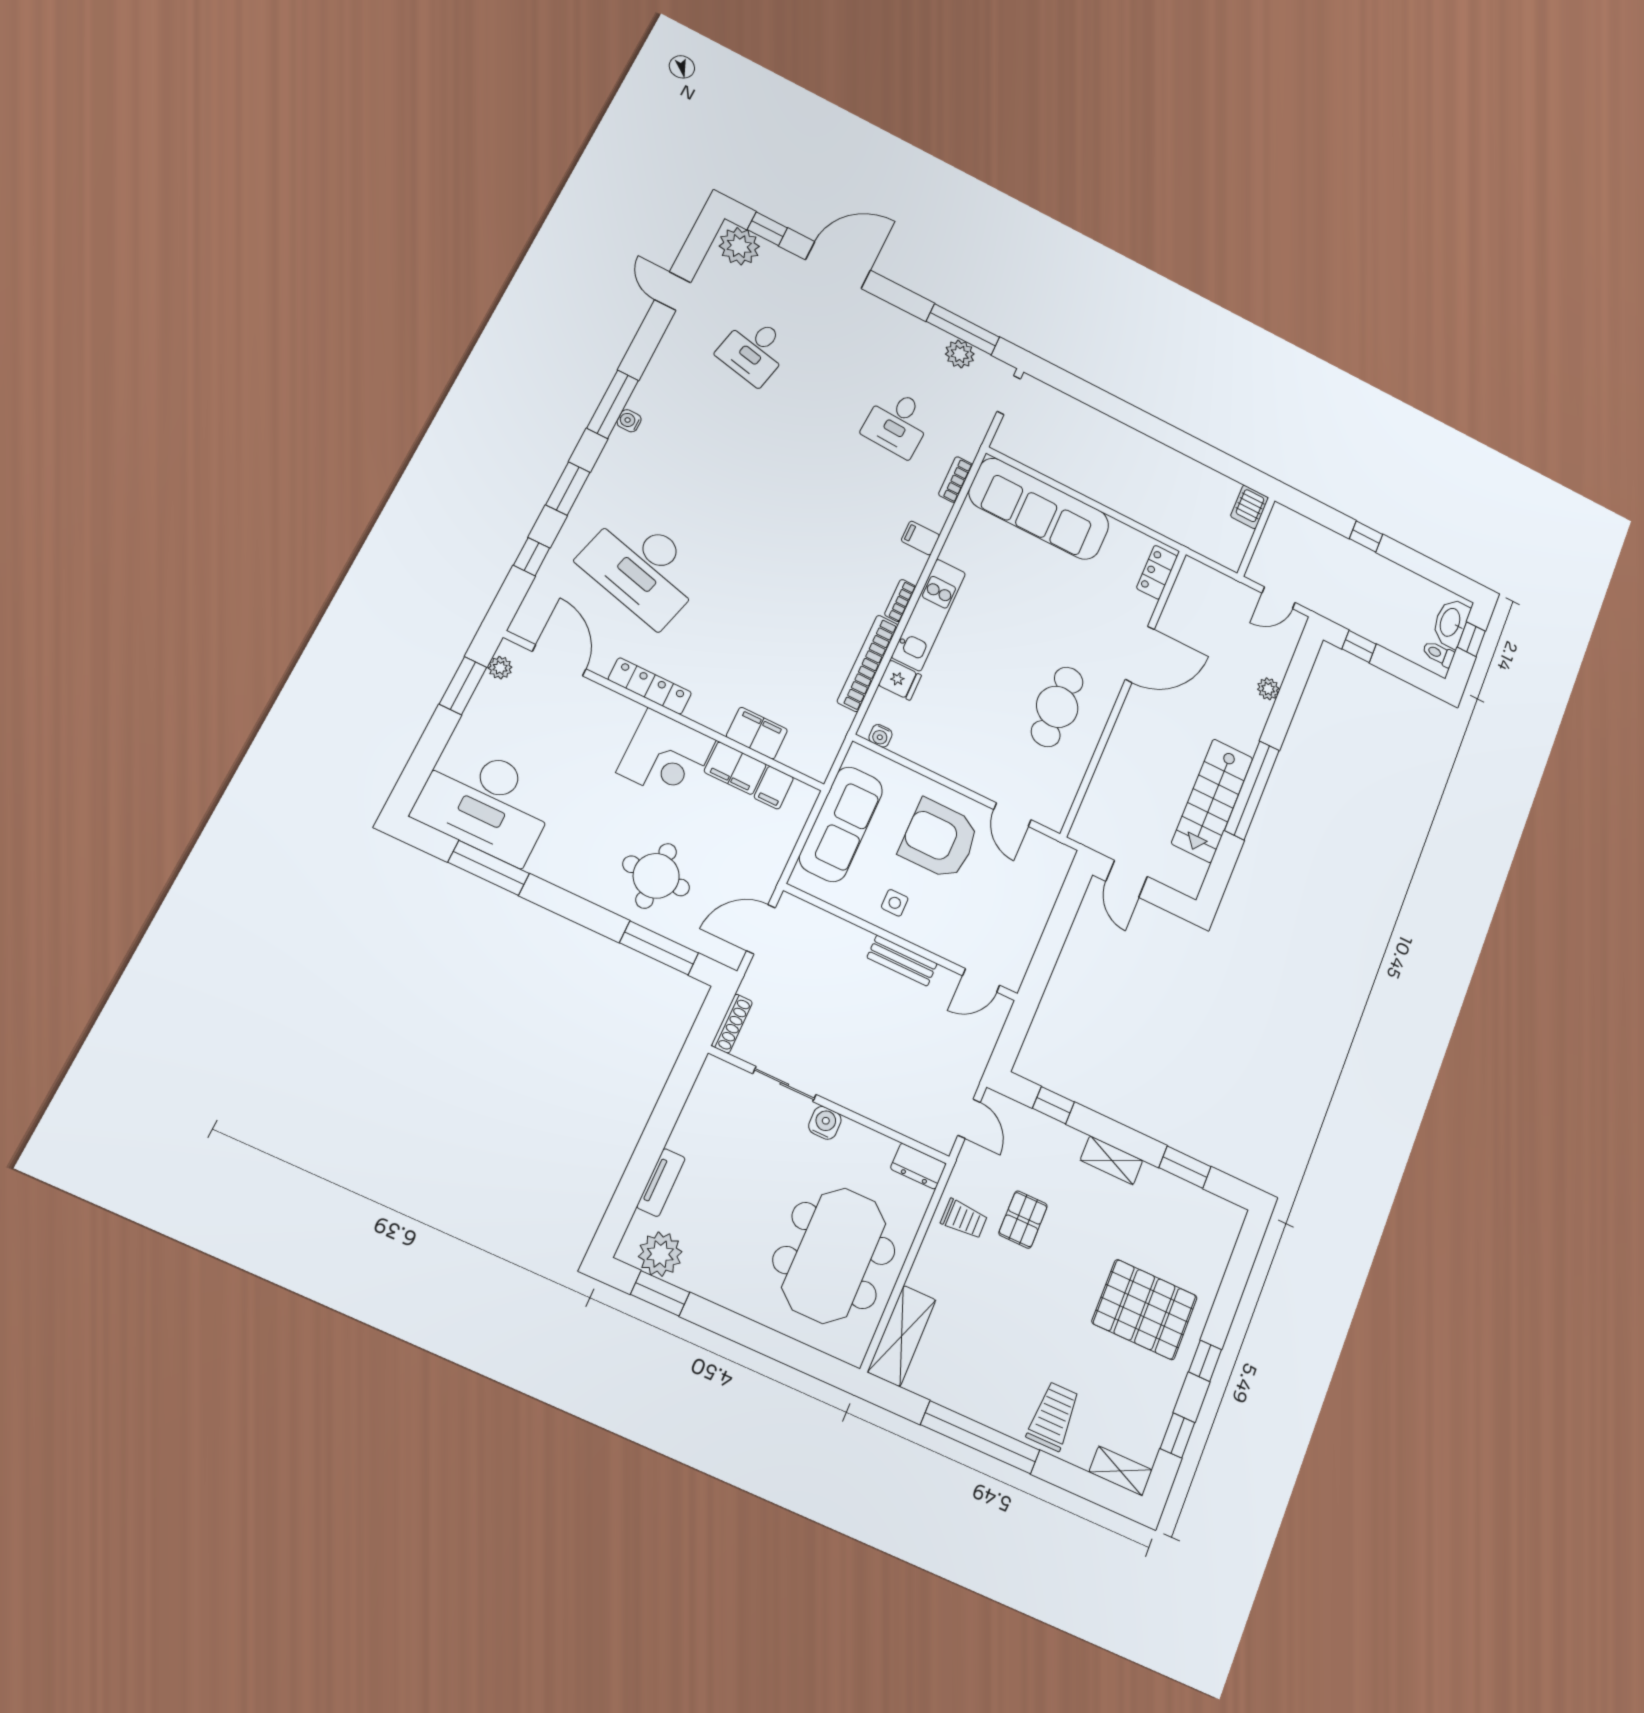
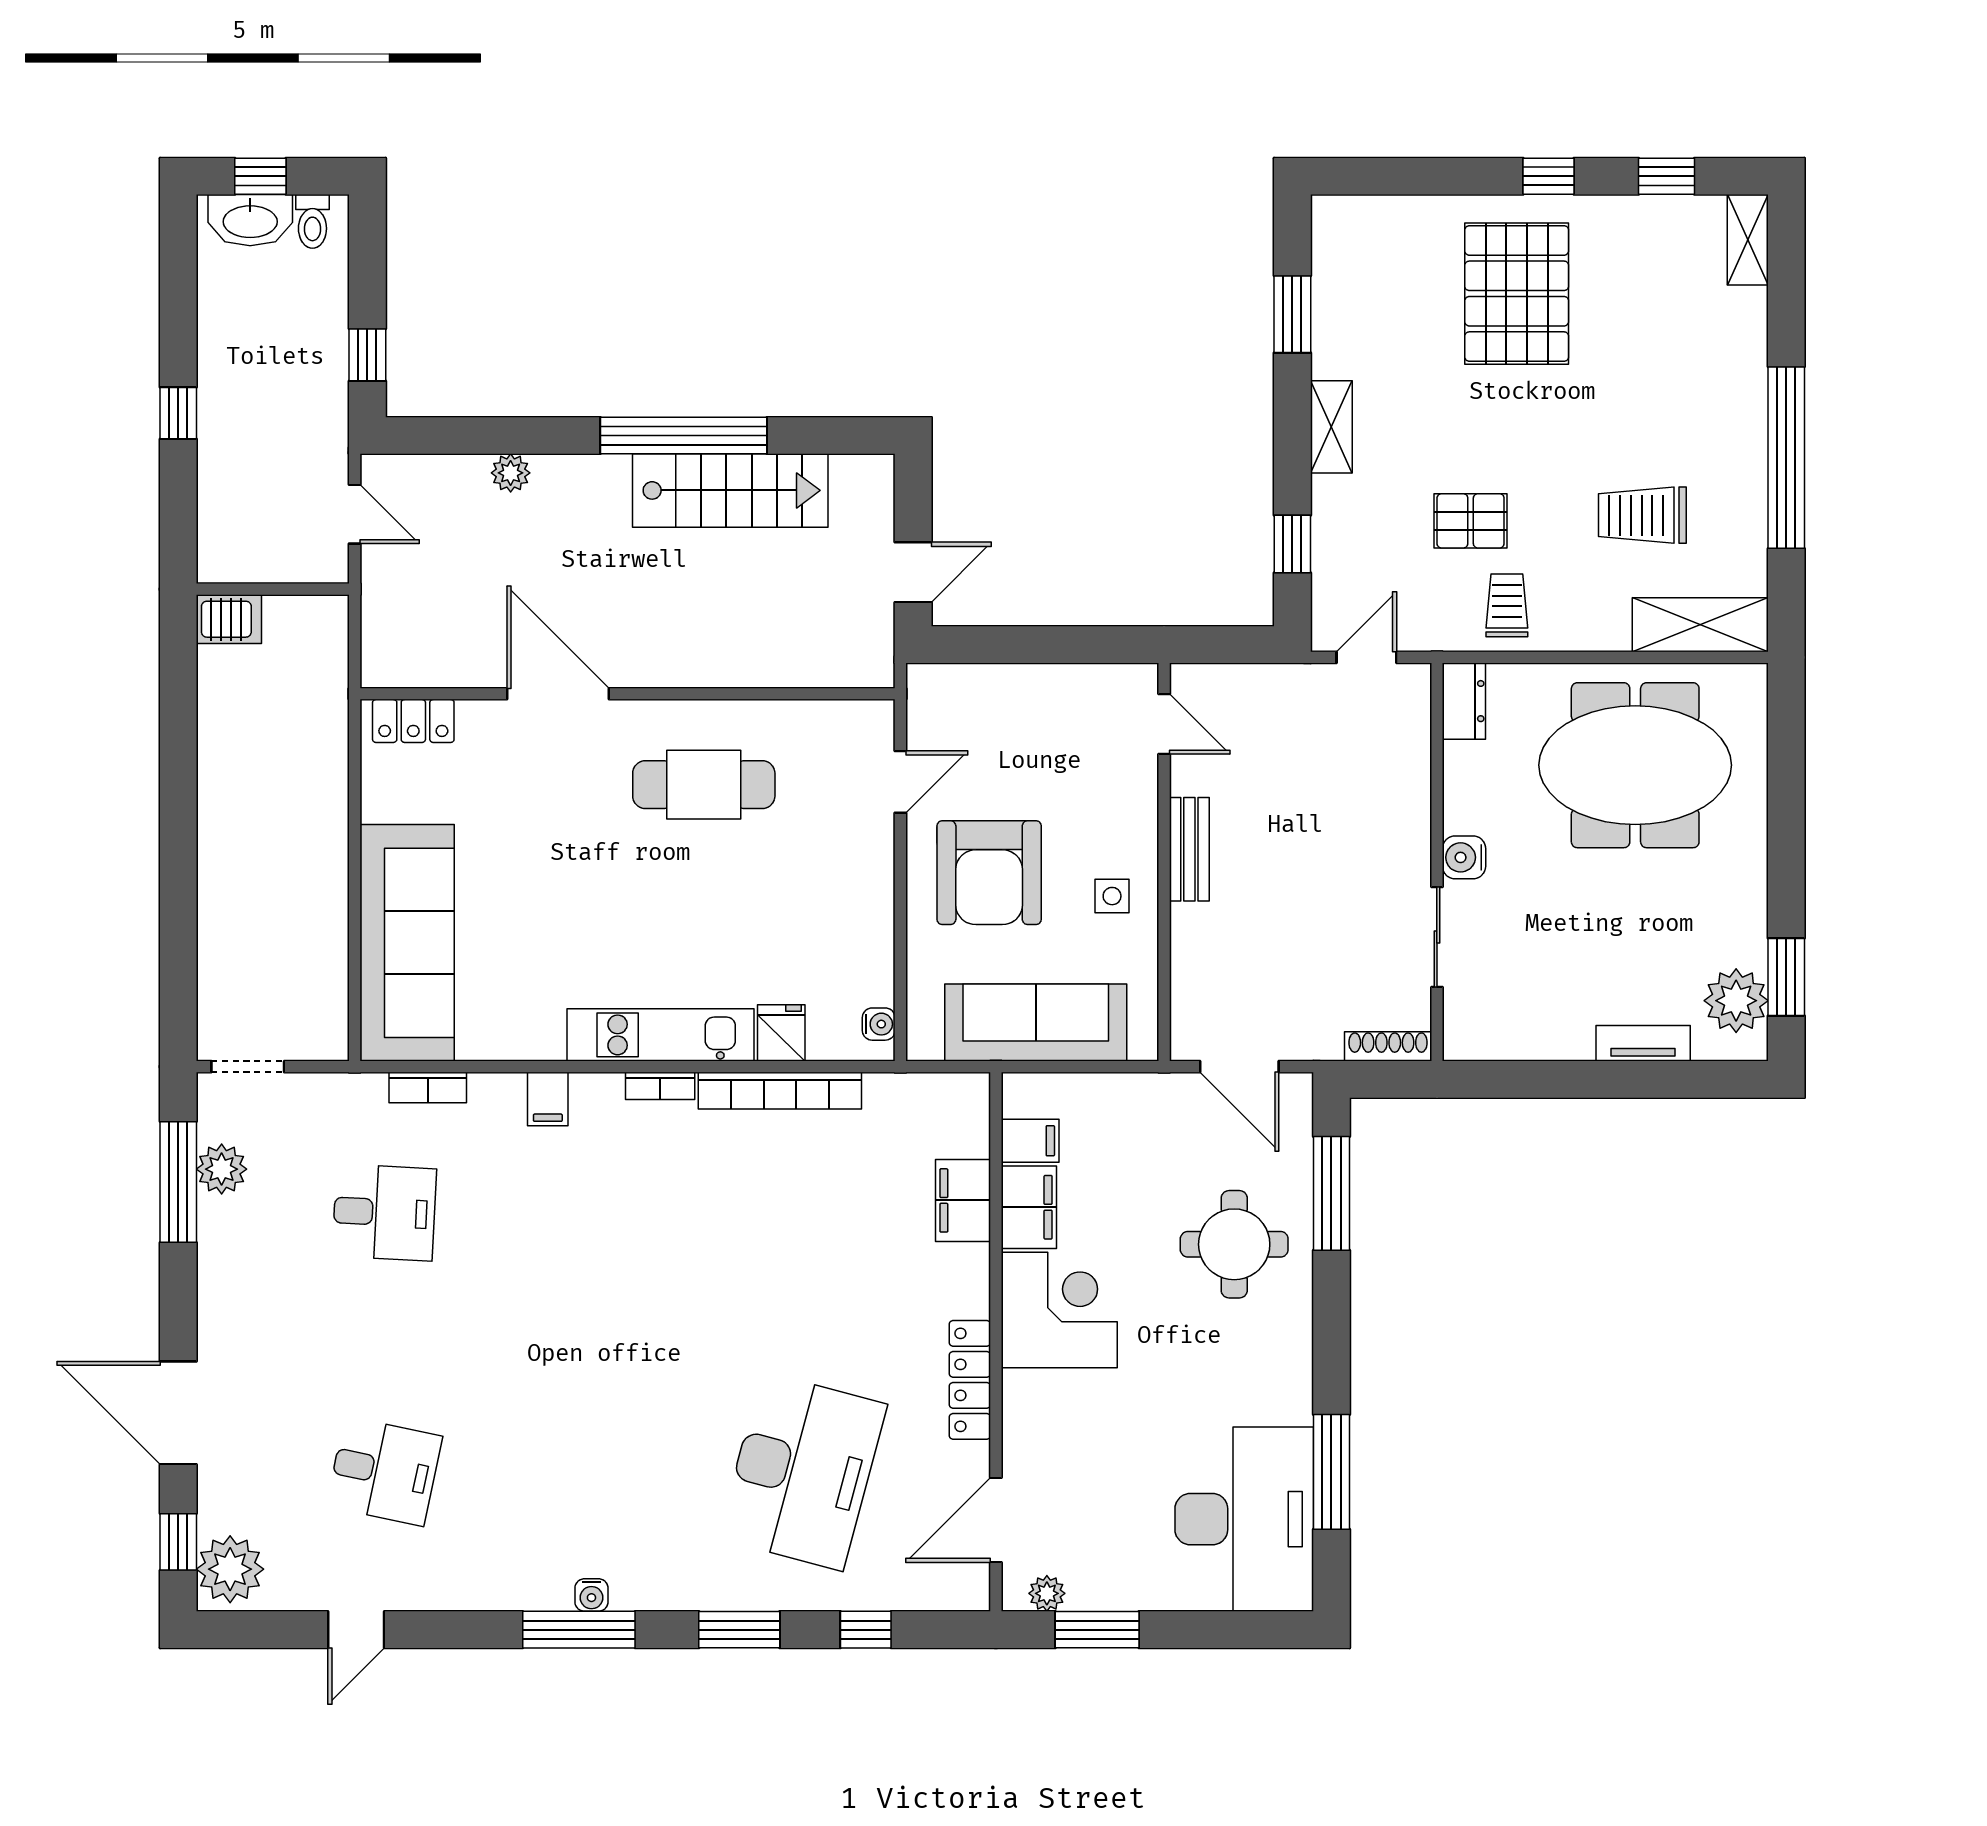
trolley: (1053, 1416) -> (1642, 515), moved

